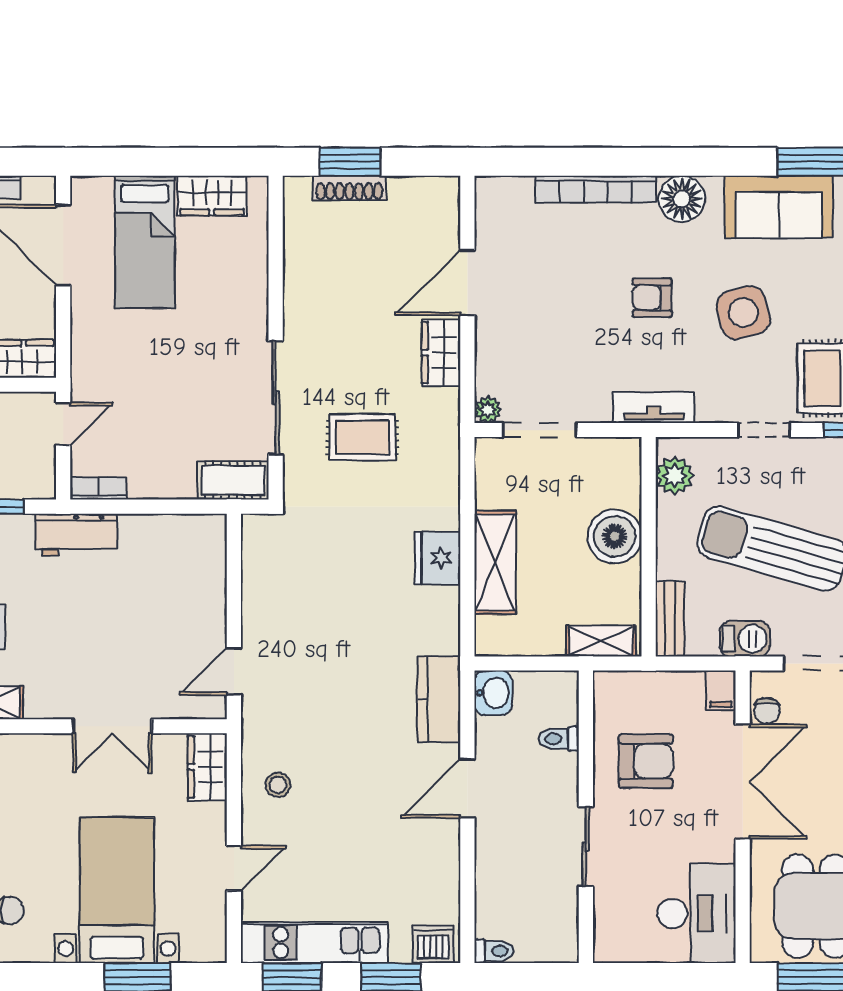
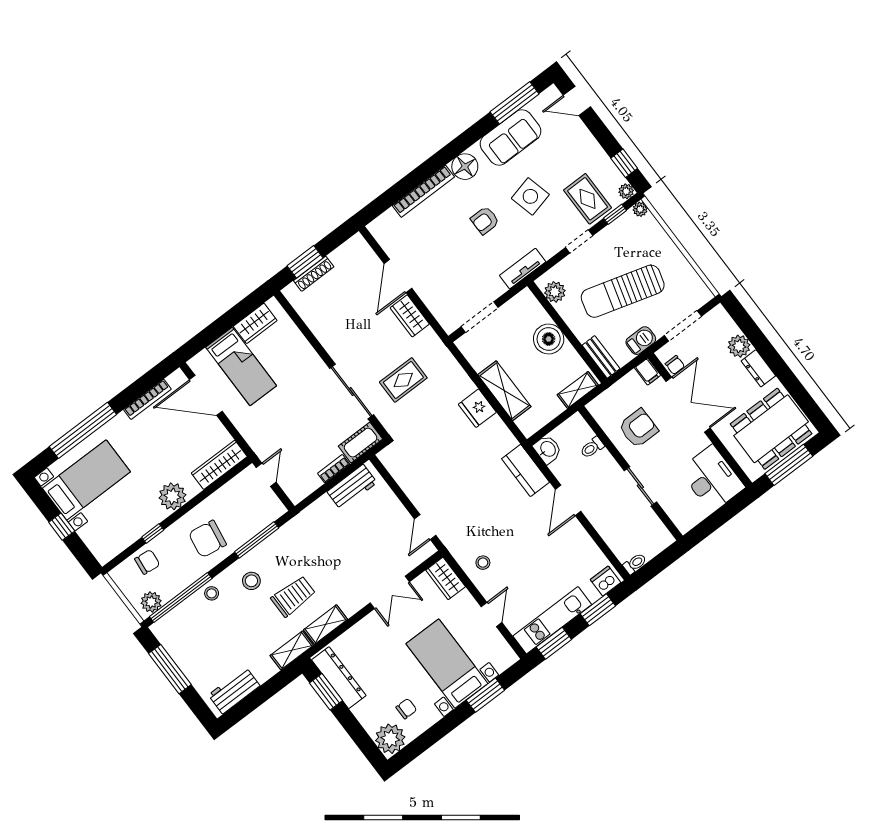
plant: (488, 410) -> (450, 325), removed
bookcase: (98, 488) -> (334, 469), moved
workbench: (76, 535) -> (352, 487), moved

